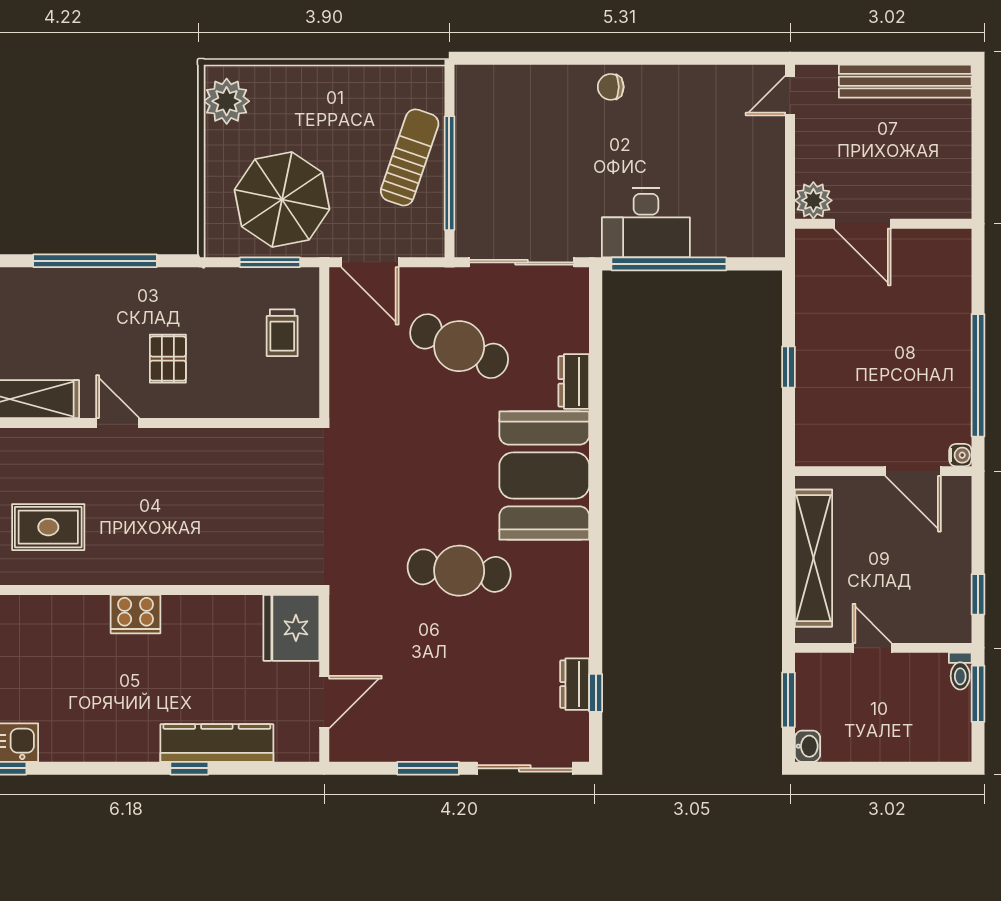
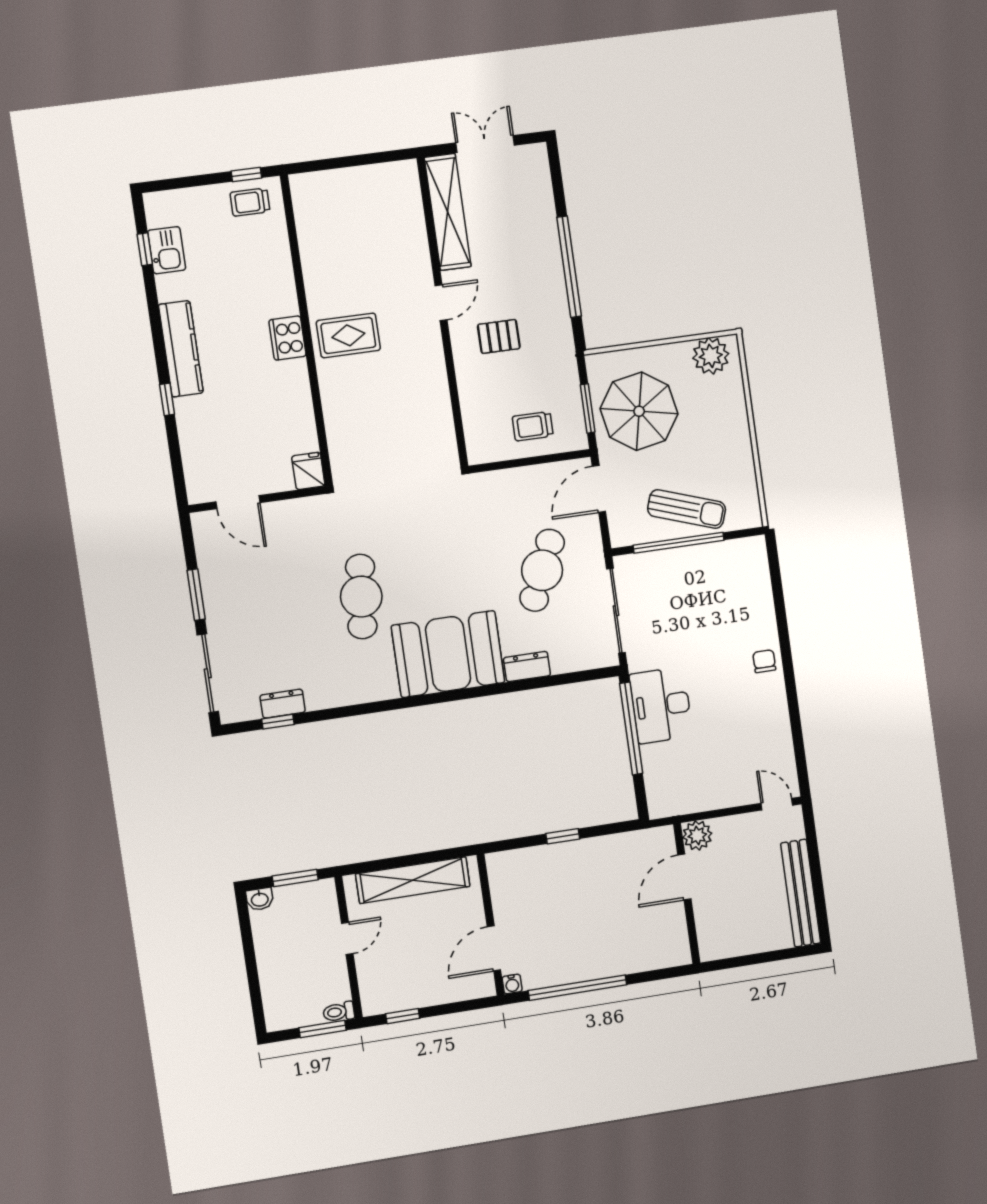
rug: (48, 527) -> (348, 335), moved, turned 90
fridge: (291, 628) -> (308, 471), width x0.53, depth x0.75
kitchen counter: (217, 743) -> (181, 349), moved

